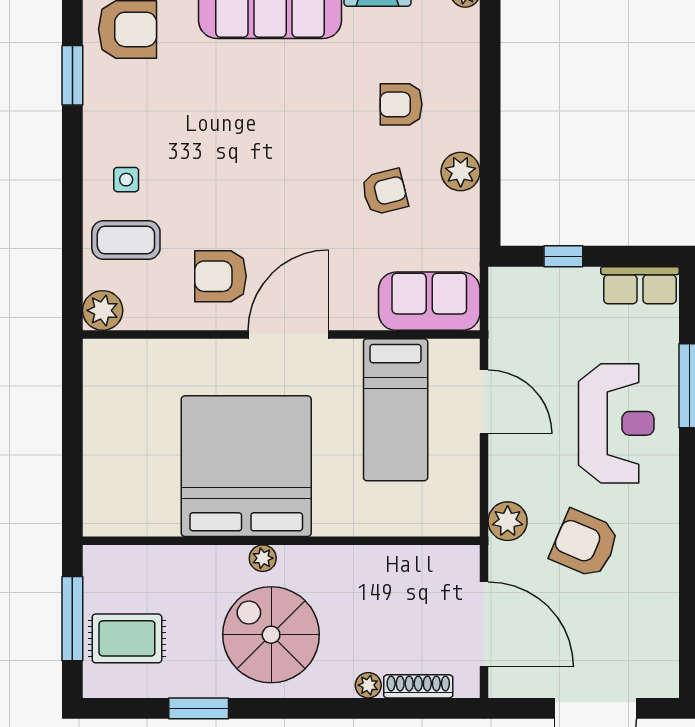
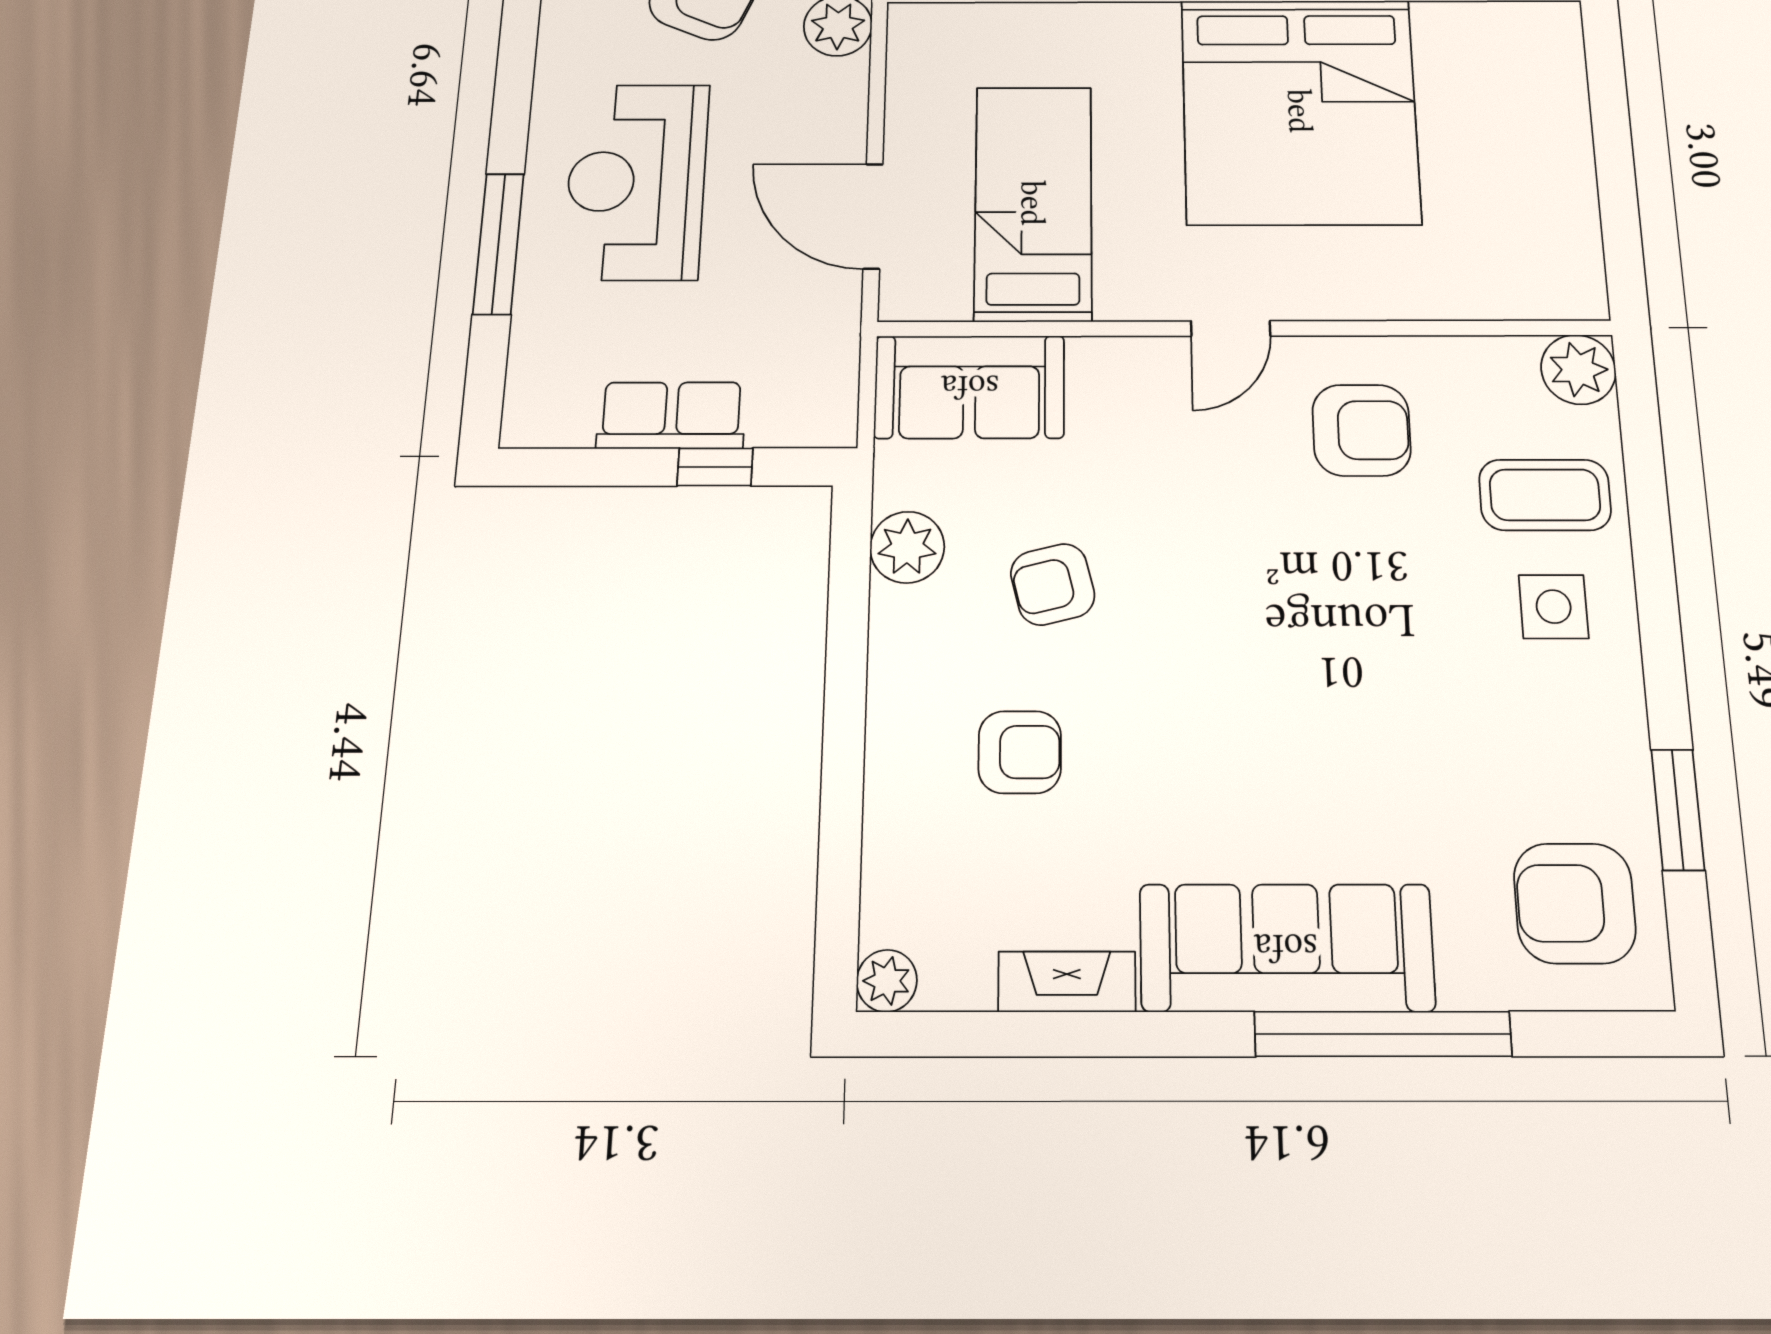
plant: (461, 172) -> (907, 547), moved
side table: (126, 180) -> (1554, 607), width x1.37, depth x1.37
row of seats: (640, 285) -> (671, 415), moved
door: (288, 335) -> (1231, 329), width x0.53

